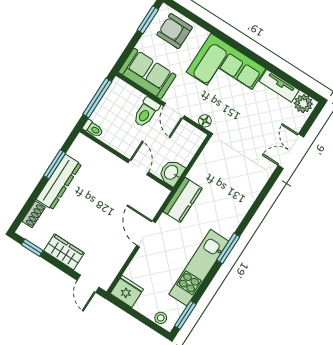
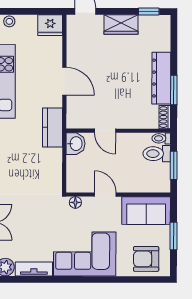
window: (148, 20) -> (173, 236), moved
armchair: (175, 31) -> (146, 259), turned 180
window: (97, 98) -> (174, 165), width x0.69
toilet: (146, 112) -> (157, 154), moved, turned -90
shoe rack: (34, 214) -> (165, 117), moved

